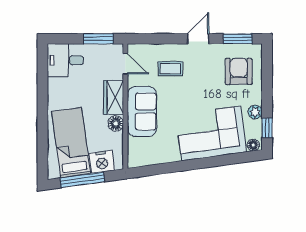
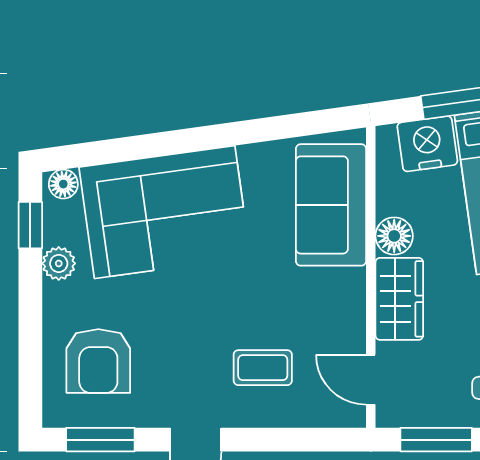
sofa: (142, 111) -> (331, 205), moved

